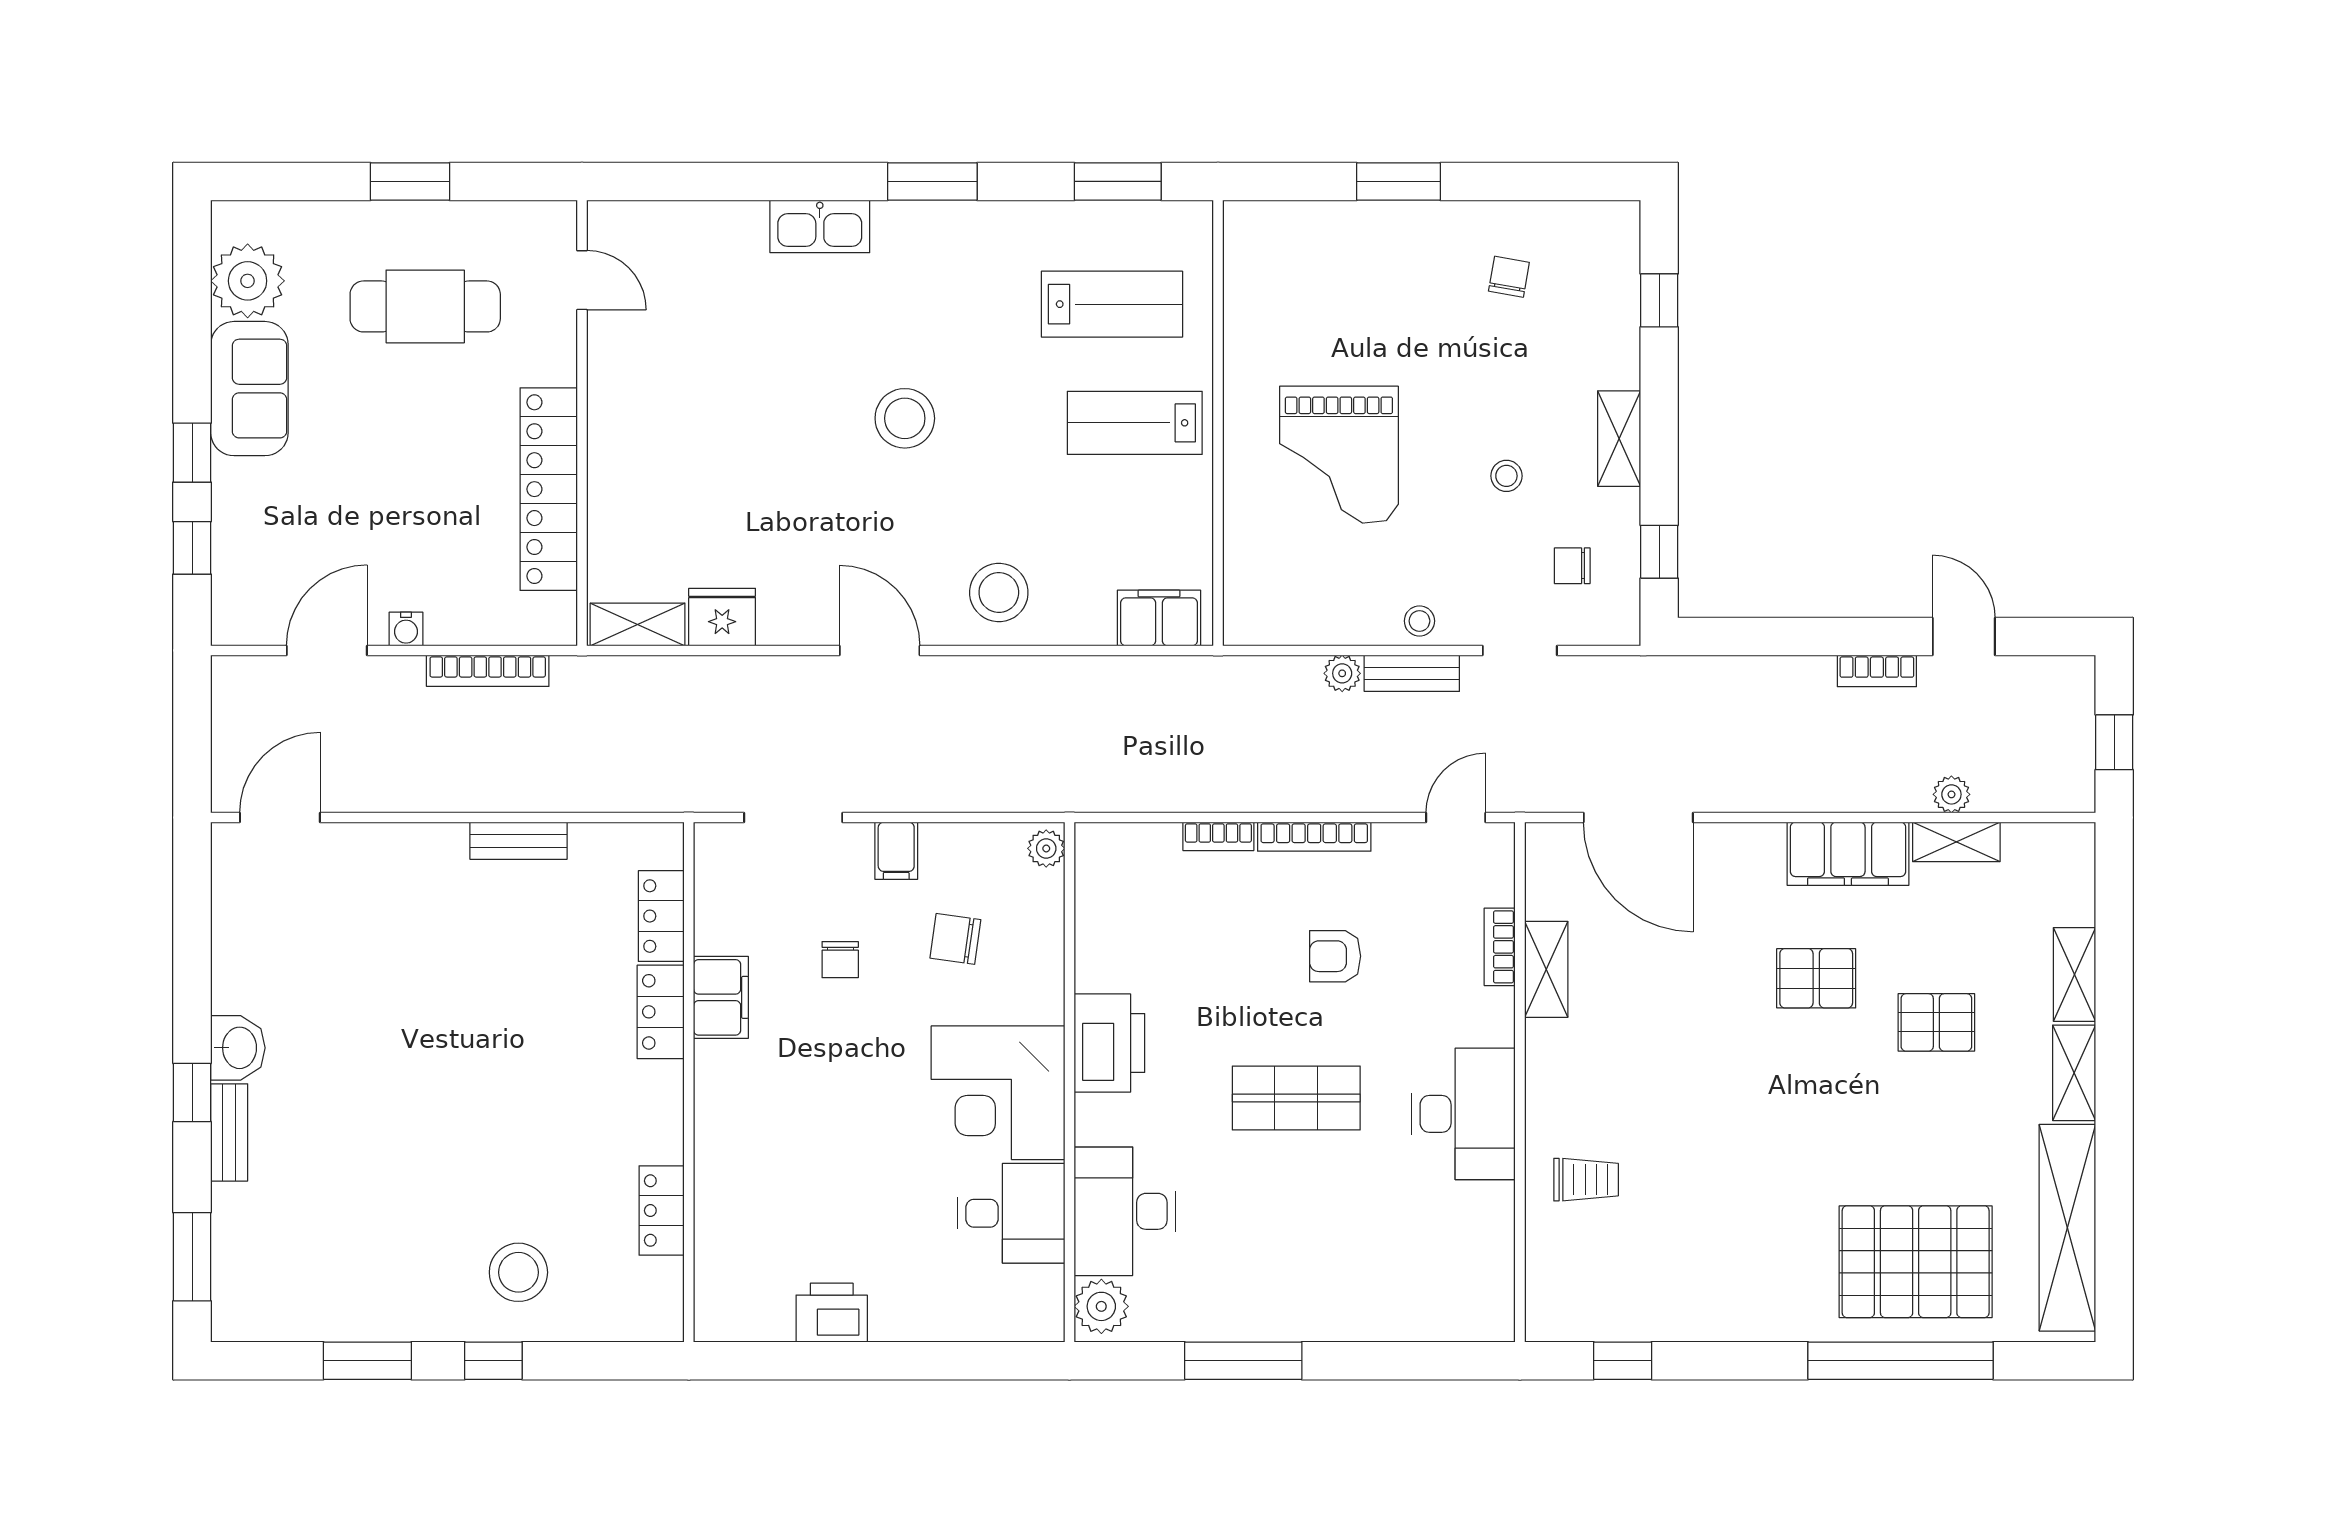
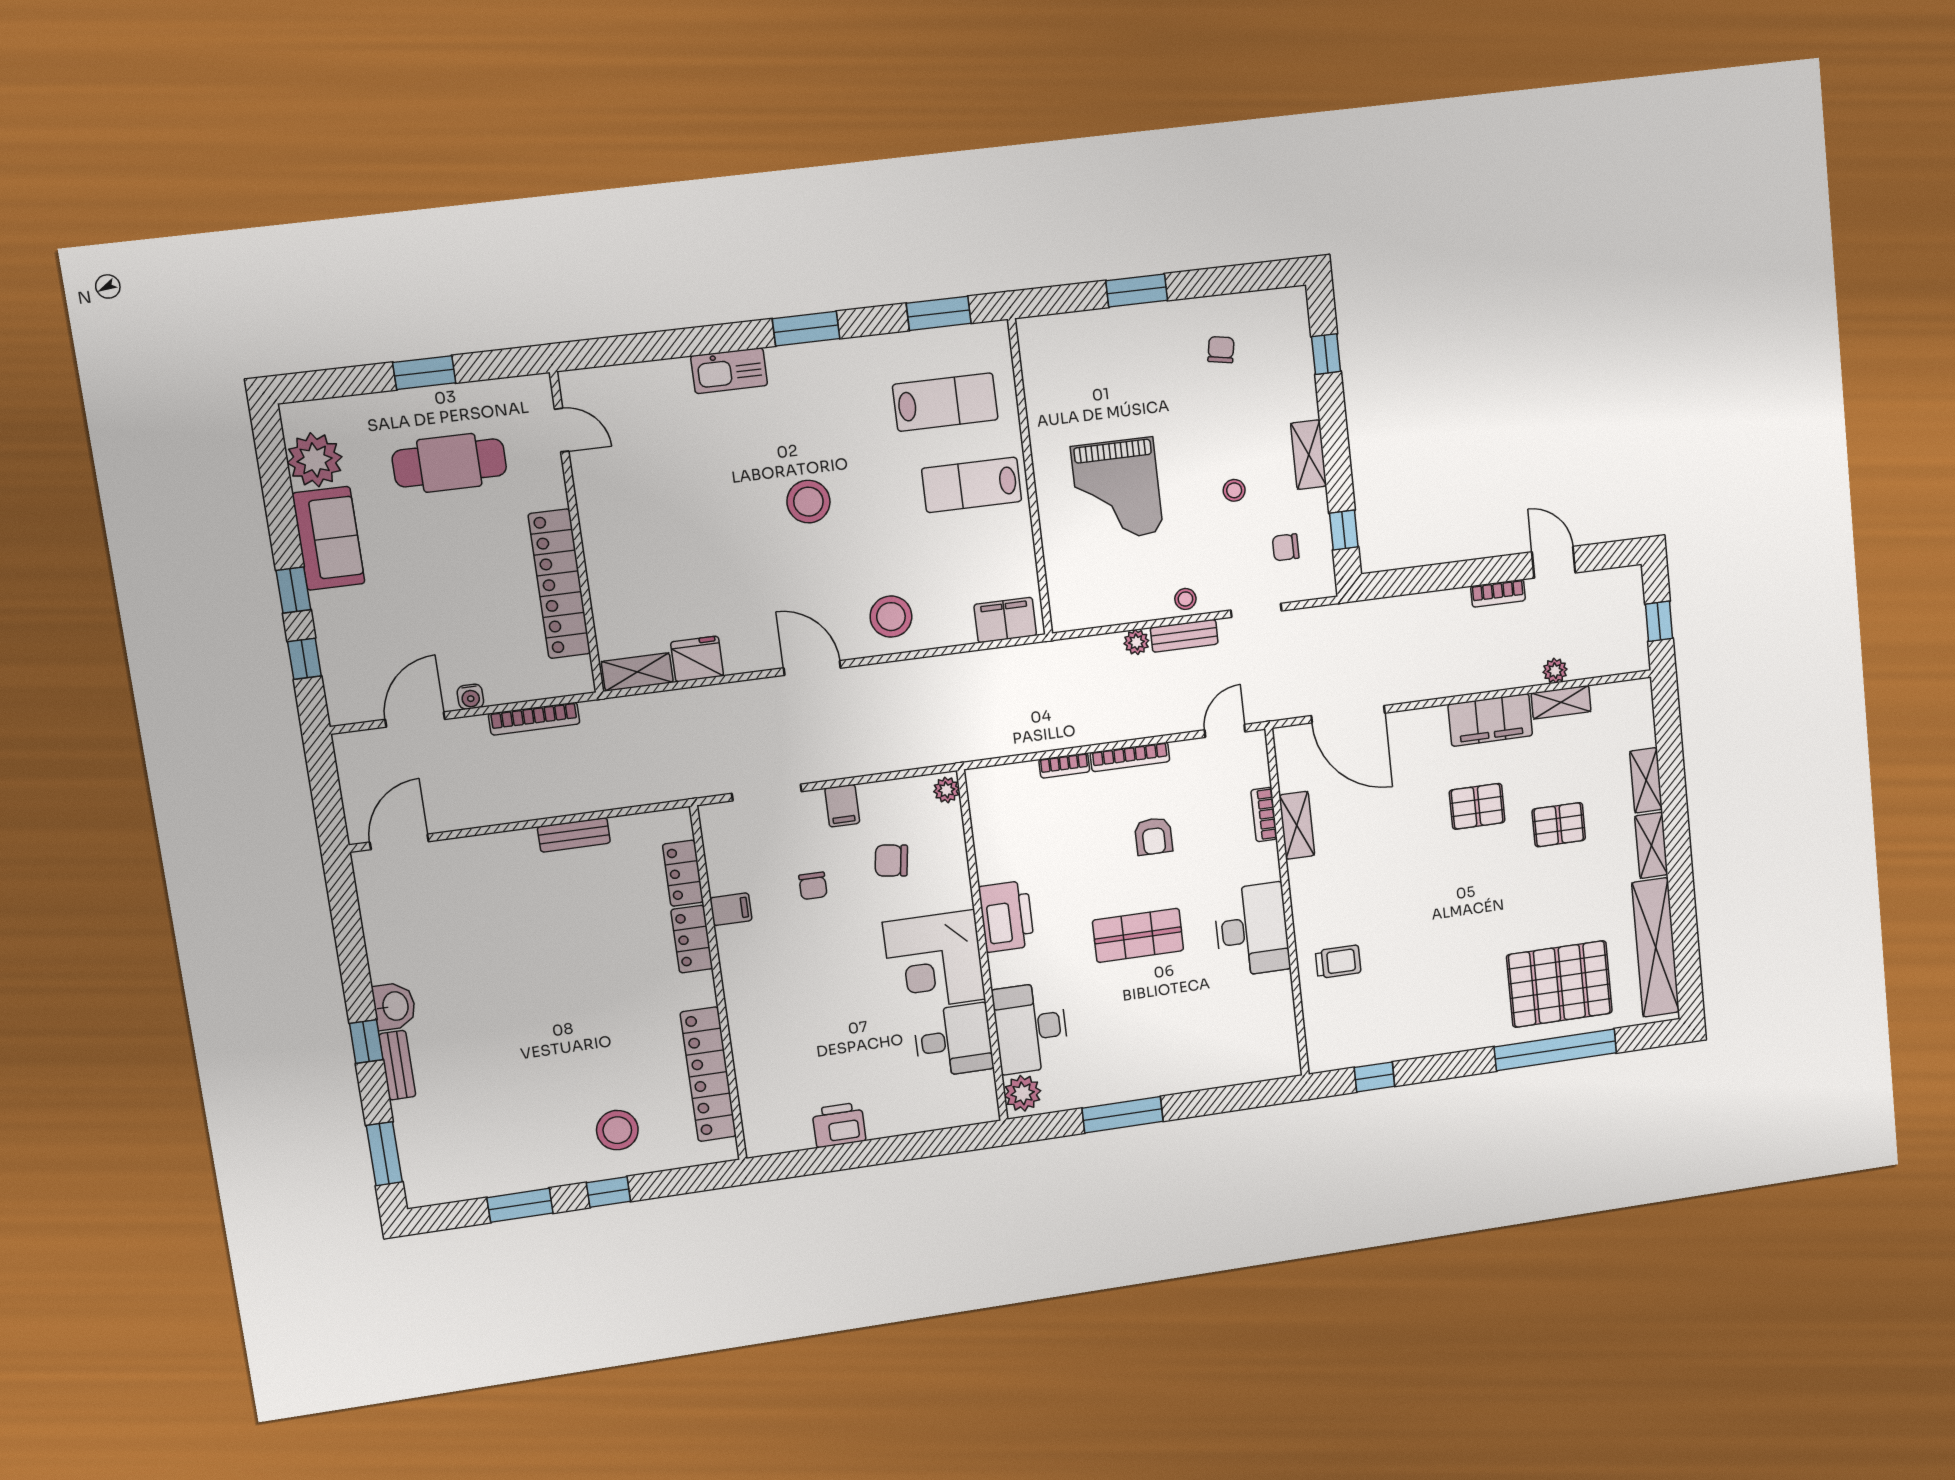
armchair: (1335, 956) -> (1154, 836), turned -90
filing cabinet: (721, 997) -> (731, 909), width x0.50
locker: (662, 1211) -> (708, 1074), width x2.16, depth x1.21

